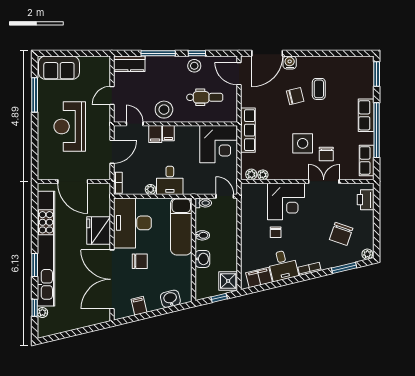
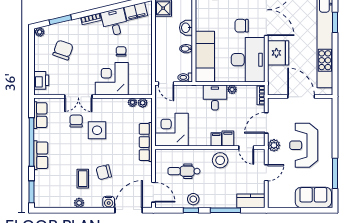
plant: (323, 62) -> (79, 203), added
reception desk: (70, 126) -> (304, 145), turned 180
plant: (103, 127) -> (274, 145), added

